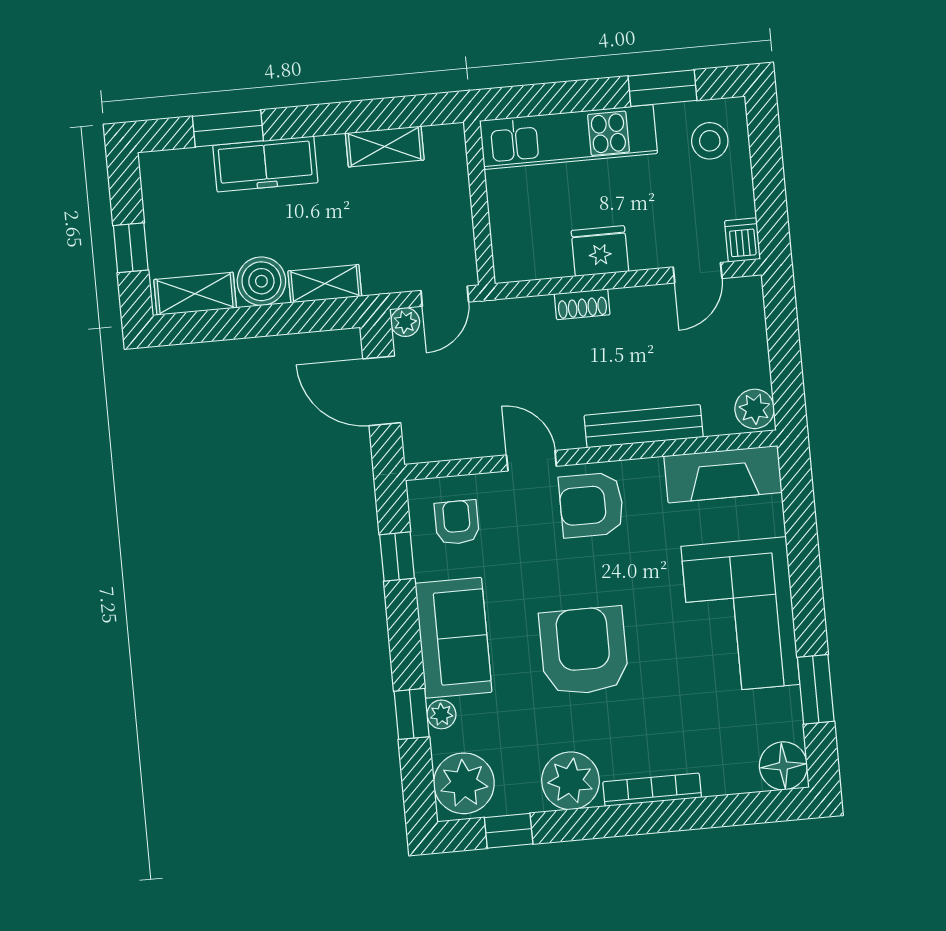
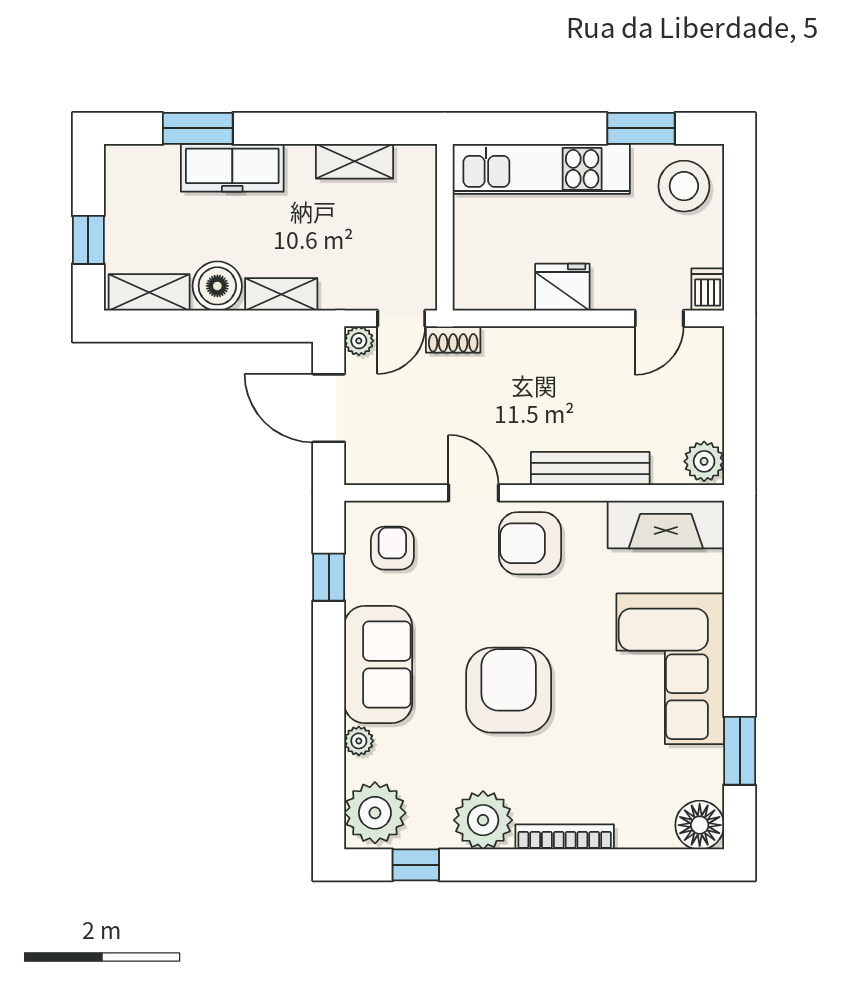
stool: (710, 141) -> (684, 186), width x1.38, depth x1.38
shoe rack: (582, 304) -> (453, 339), moved
window: (412, 714) -> (329, 738), removed

